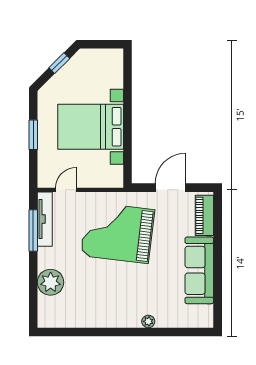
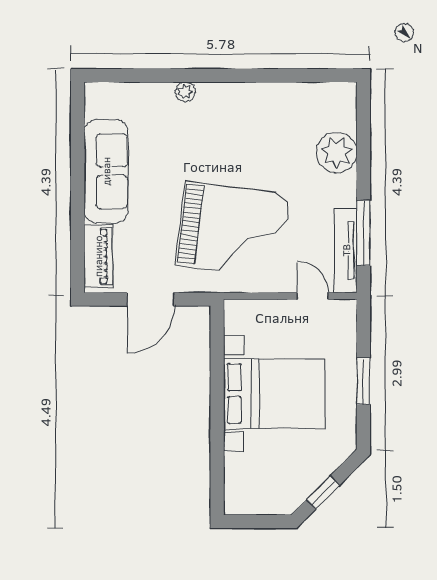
door: (66, 190) -> (313, 296), swing flipped

